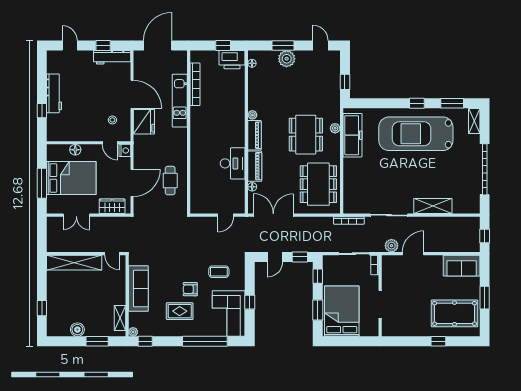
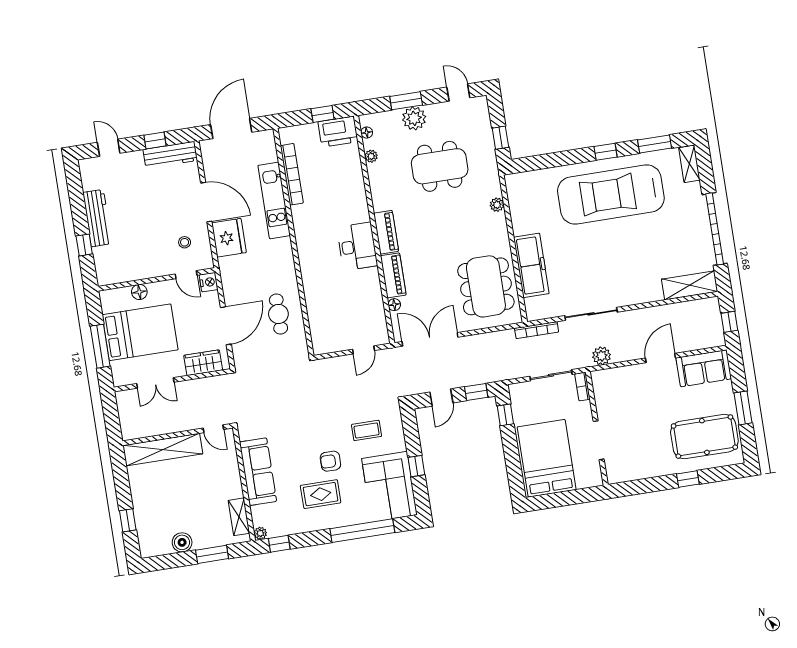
plant: (252, 115) -> (371, 156), moved
dining table: (306, 135) -> (440, 166), moved, turned 90
freezer: (352, 135) -> (531, 265), moved
desk: (233, 163) -> (357, 246), moved
shelving: (433, 206) -> (690, 285), moved
door: (413, 254) -> (660, 358), moved
window: (318, 310) -> (513, 462), removed

